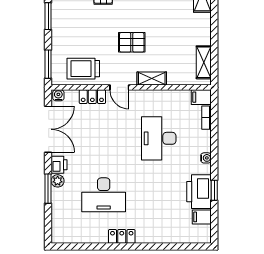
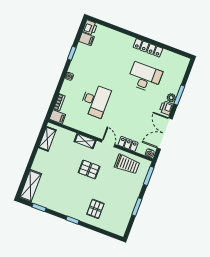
printer: (199, 192) -> (90, 27), moved, width x0.53, depth x0.68
locker: (122, 236) -> (148, 48), width x1.53

